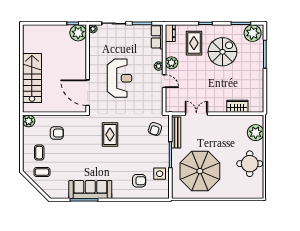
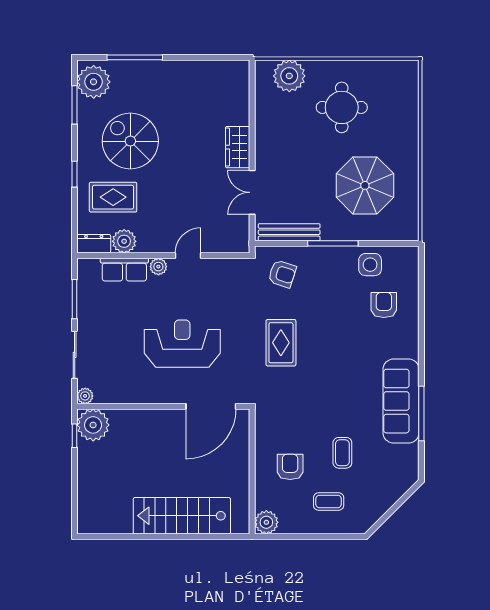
row of seats: (157, 37) -> (124, 270), moved
plant: (172, 63) -> (124, 241), moved
wardrobe: (237, 106) -> (238, 147), moved
rug: (110, 135) -> (281, 343), moved, turned 90
round table: (250, 164) -> (342, 107), moved
parasol: (200, 171) -> (365, 185), width x0.73, depth x0.73
coffee table: (42, 172) -> (342, 453), moved

